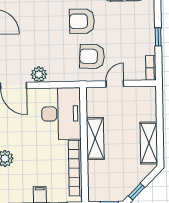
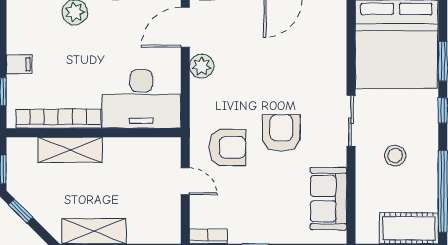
armchair: (92, 56) -> (227, 147), turned 87
shelving: (95, 139) -> (70, 150), moved

